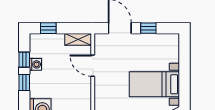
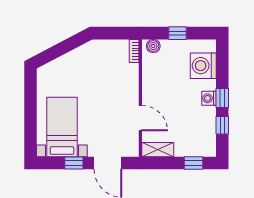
washing machine: (35, 64) -> (209, 98), moved
bed with nightstands: (154, 84) -> (62, 127), moved, turned -90

